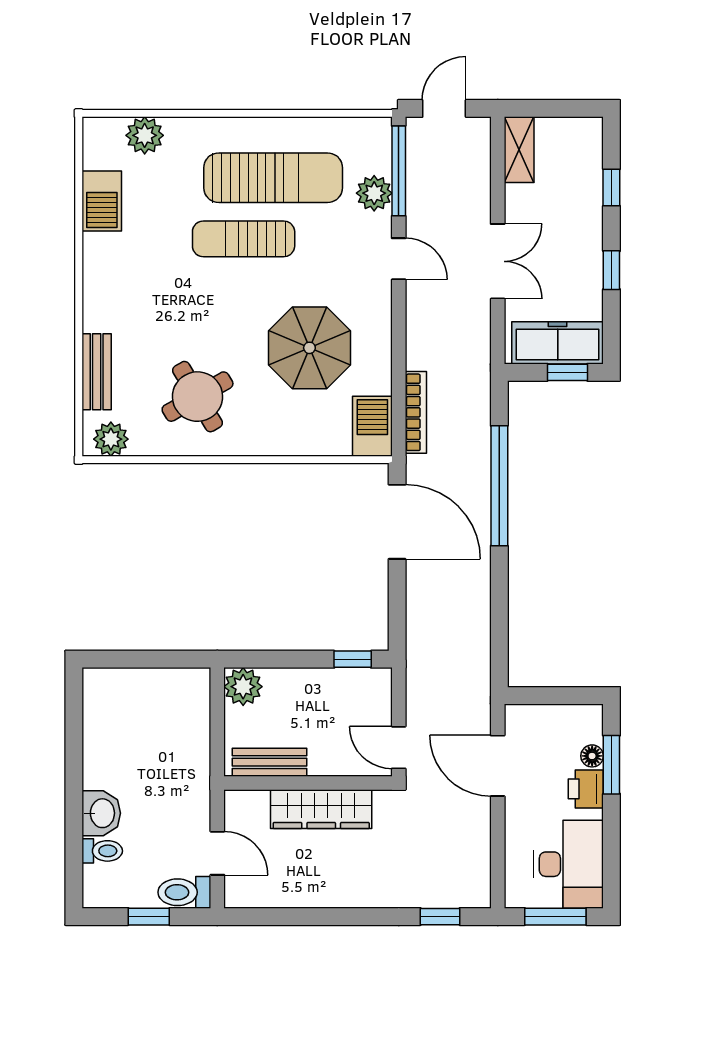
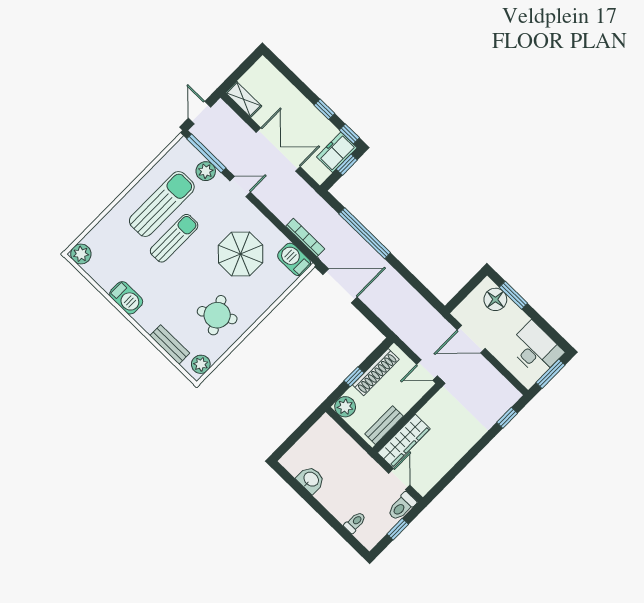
plant: (145, 135) -> (81, 254), moved
window: (611, 188) -> (349, 134), moved
barbecue: (102, 201) -> (126, 298), moved
sun lounger: (244, 239) -> (174, 238), turned 180
double door: (498, 261) -> (278, 150), width x1.37
freezer: (558, 343) -> (337, 152), width x0.71
window: (353, 659) -> (354, 377), moved
shoe rack: (329, 682) -> (376, 372), added
floor lamp: (592, 756) -> (495, 299), width x1.89, depth x1.89
printer: (586, 789) -> (513, 314), removed
wardrobe: (321, 809) -> (404, 441), moved
washbasin: (101, 813) -> (311, 480), moved
door: (217, 853) -> (399, 479), hinge flipped

